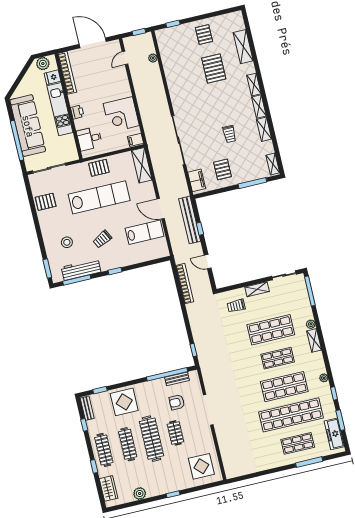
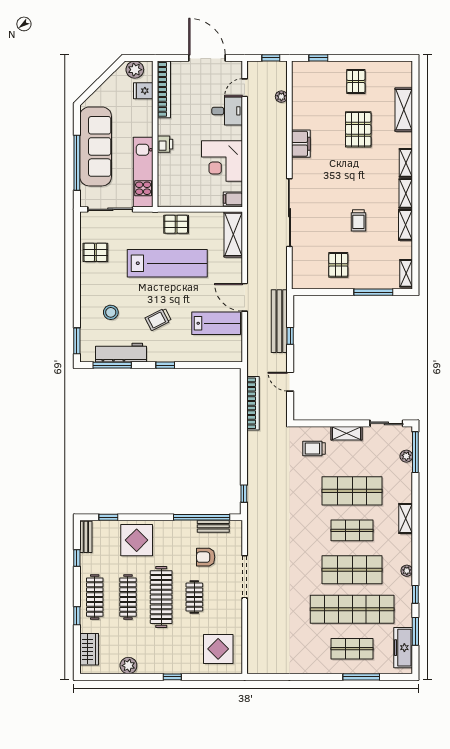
kitchen unit: (60, 109) -> (143, 172), moved
desk: (89, 139) -> (227, 111), moved, turned 180
filing cabinet: (197, 180) -> (301, 144), moved
plant: (311, 324) -> (406, 456), moved

